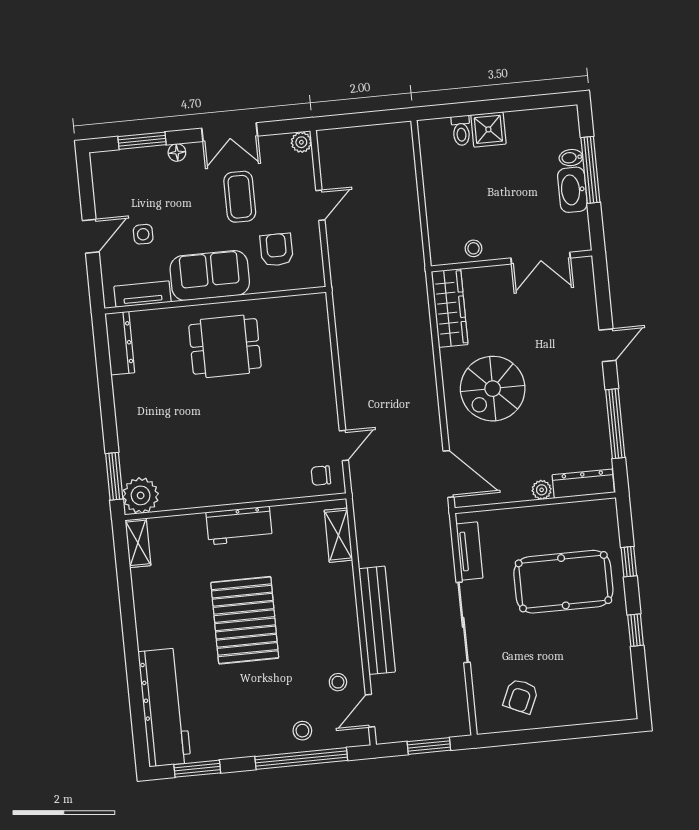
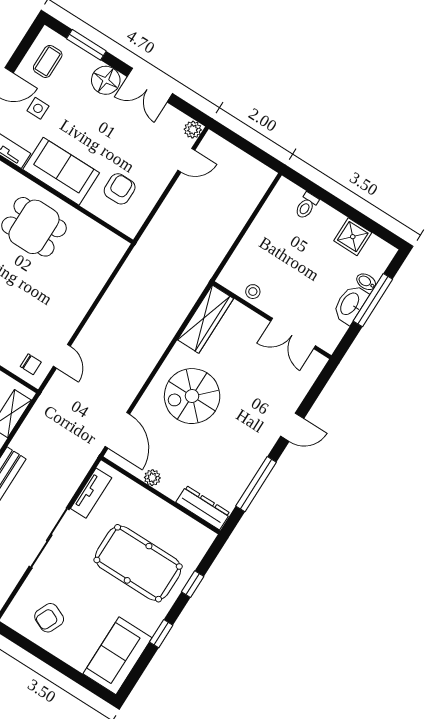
shower: (488, 129) -> (353, 237), moved
floor lamp: (177, 152) -> (106, 80), width x1.89, depth x1.89
coffee table: (240, 197) -> (48, 61), moved, width x0.73, depth x0.77
door: (320, 205) -> (186, 160), moved
door: (344, 446) -> (62, 356), hinge flipped
chair: (321, 476) -> (31, 364), turned 180
plant: (542, 490) -> (152, 478), moved
sofa: (611, 682) -> (118, 656), added

